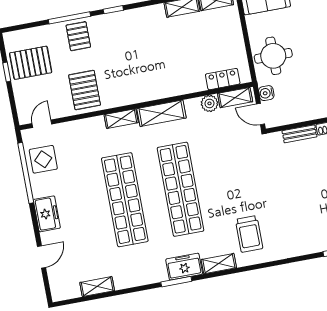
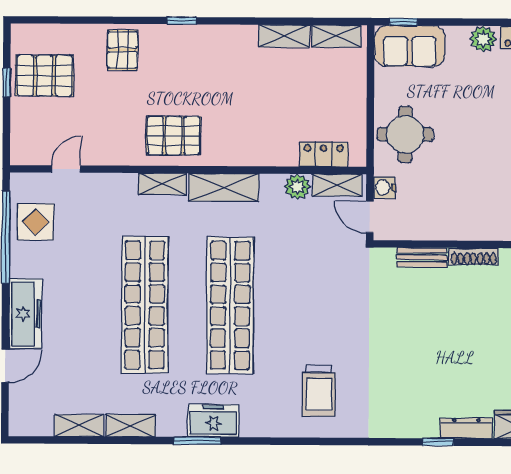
window: (69, 18) -> (115, 20), removed
pallet: (85, 90) -> (174, 136), moved, turned 90
door: (42, 124) -> (66, 169), moved
freezer: (47, 214) -> (25, 314), width x1.40
shelving: (219, 264) -> (130, 426), moved

